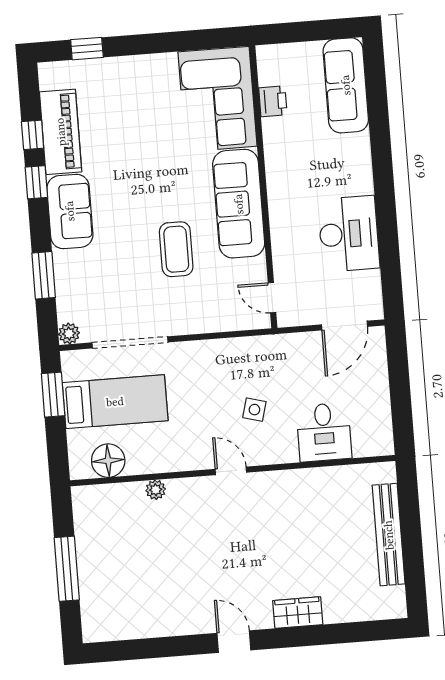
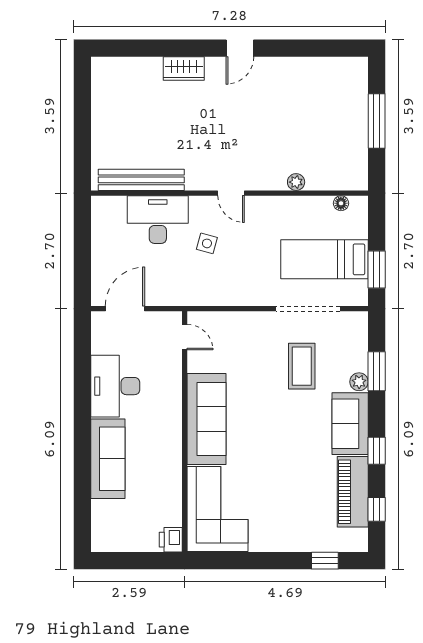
sofa: (346, 85) -> (108, 459), moved
printer: (273, 101) -> (171, 540), moved
window: (33, 135) -> (377, 509), moved
coffee table: (176, 249) -> (302, 366), moved
plant: (69, 334) -> (359, 382), moved
desk: (324, 432) -> (158, 220), width x1.37
floor lamp: (108, 461) -> (341, 203), width x0.53, depth x0.53
bench: (389, 535) -> (141, 180), moved, turned 90
door: (234, 642) -> (240, 48), hinge flipped

